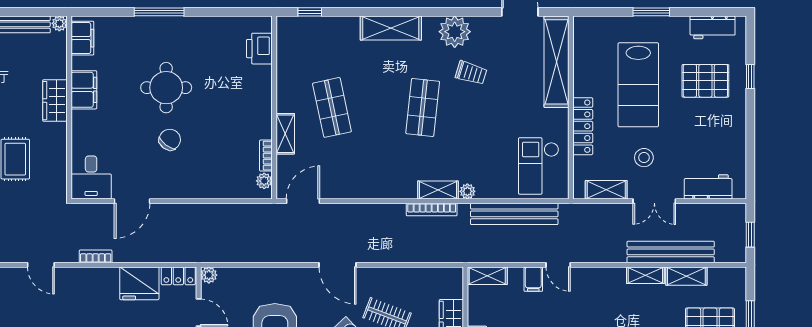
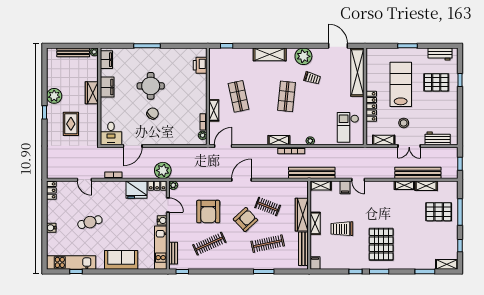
lab bench: (638, 85) -> (401, 84), turned 180
shelving: (438, 190) -> (279, 140), moved
bench: (514, 214) -> (312, 173), moved
plant: (189, 247) -> (163, 170), added
door: (338, 265) -> (241, 180), swing flipped

